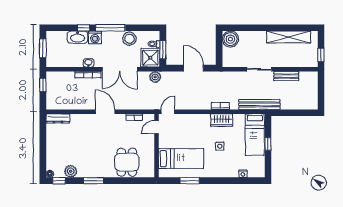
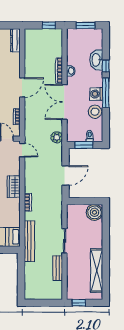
washing machine: (95, 37) -> (96, 94), moved
shower: (150, 58) -> (76, 132), removed
wardrobe: (222, 120) -> (14, 187), moved

